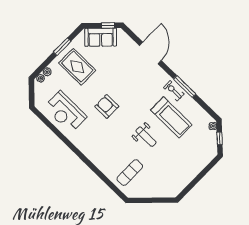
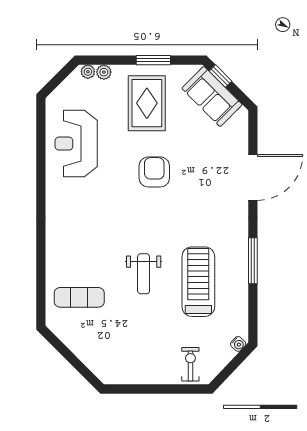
window: (108, 25) -> (220, 76), moved
exercise bike: (174, 91) -> (190, 364), moved
armchair: (107, 106) -> (154, 172), moved
treadmill: (171, 117) -> (198, 282), turned 180
window: (220, 138) -> (231, 367), removed

